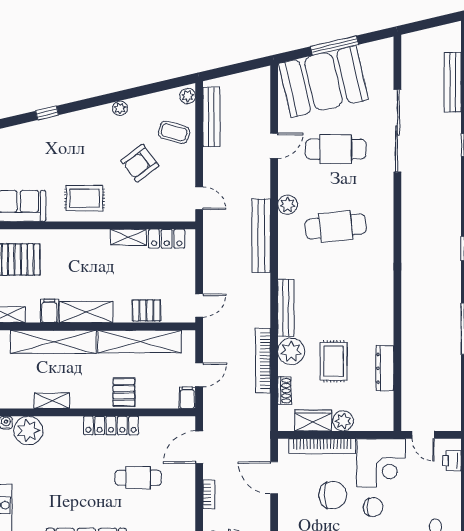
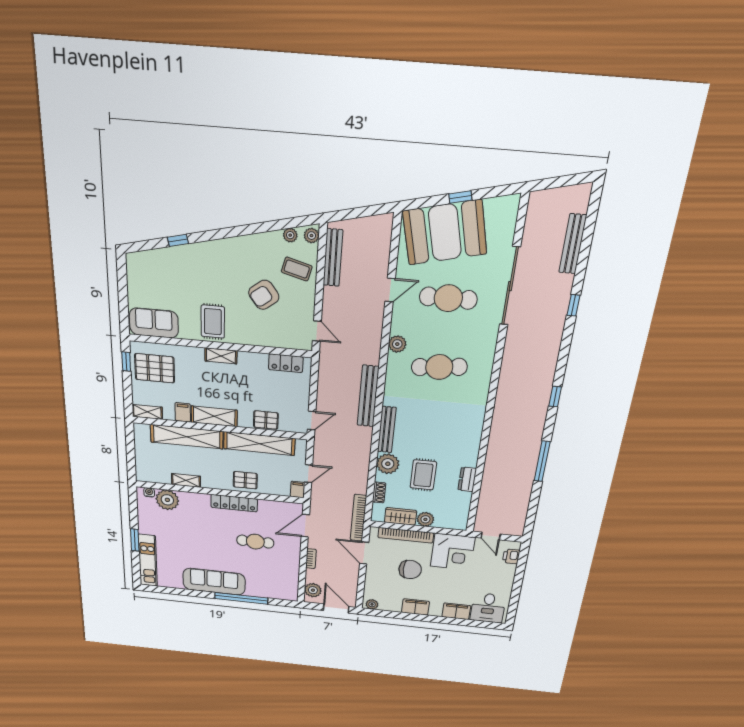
window: (335, 46) -> (460, 197), width x0.46
plant: (120, 108) -> (290, 235), moved
rug: (84, 198) -> (213, 322), turned 90
bench: (261, 236) -> (368, 396), moved
shelving: (128, 237) -> (221, 356), moved
bookcase: (263, 361) -> (358, 518), moved
dresser: (385, 368) -> (467, 479), width x0.70
pallet: (124, 392) -> (245, 480), turned 90
chair: (373, 507) -> (441, 581), removed

